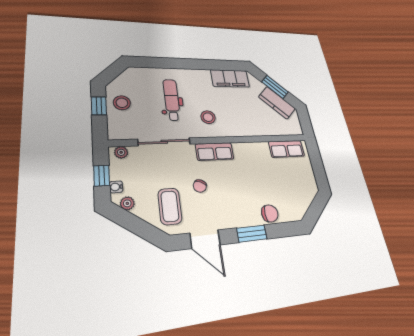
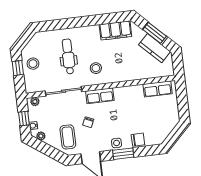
side table: (241, 217) -> (117, 143), added

